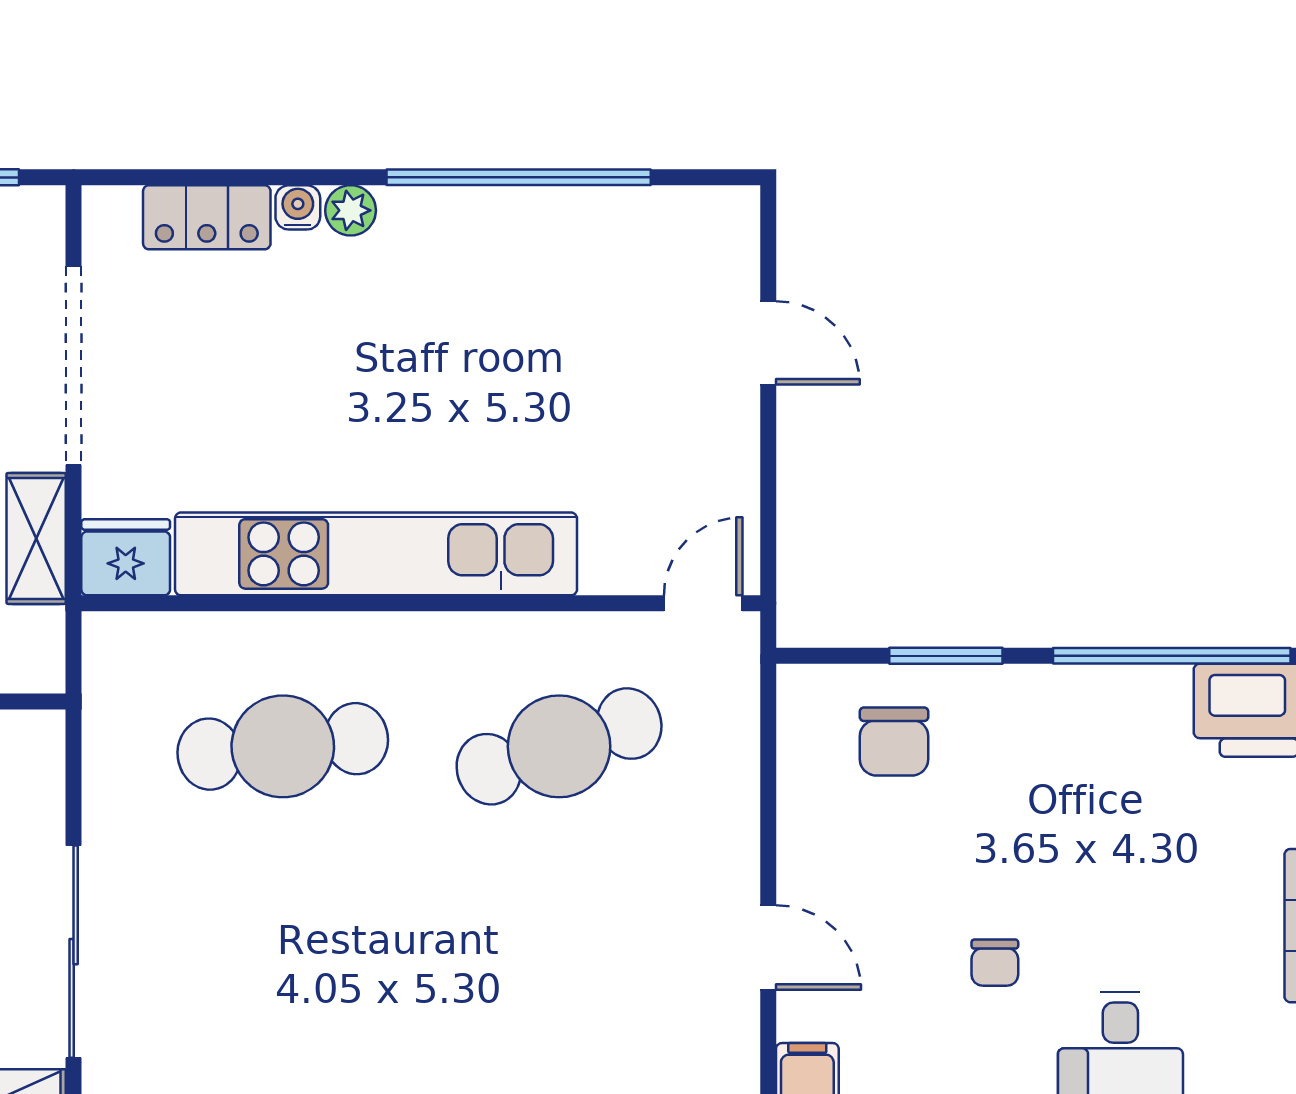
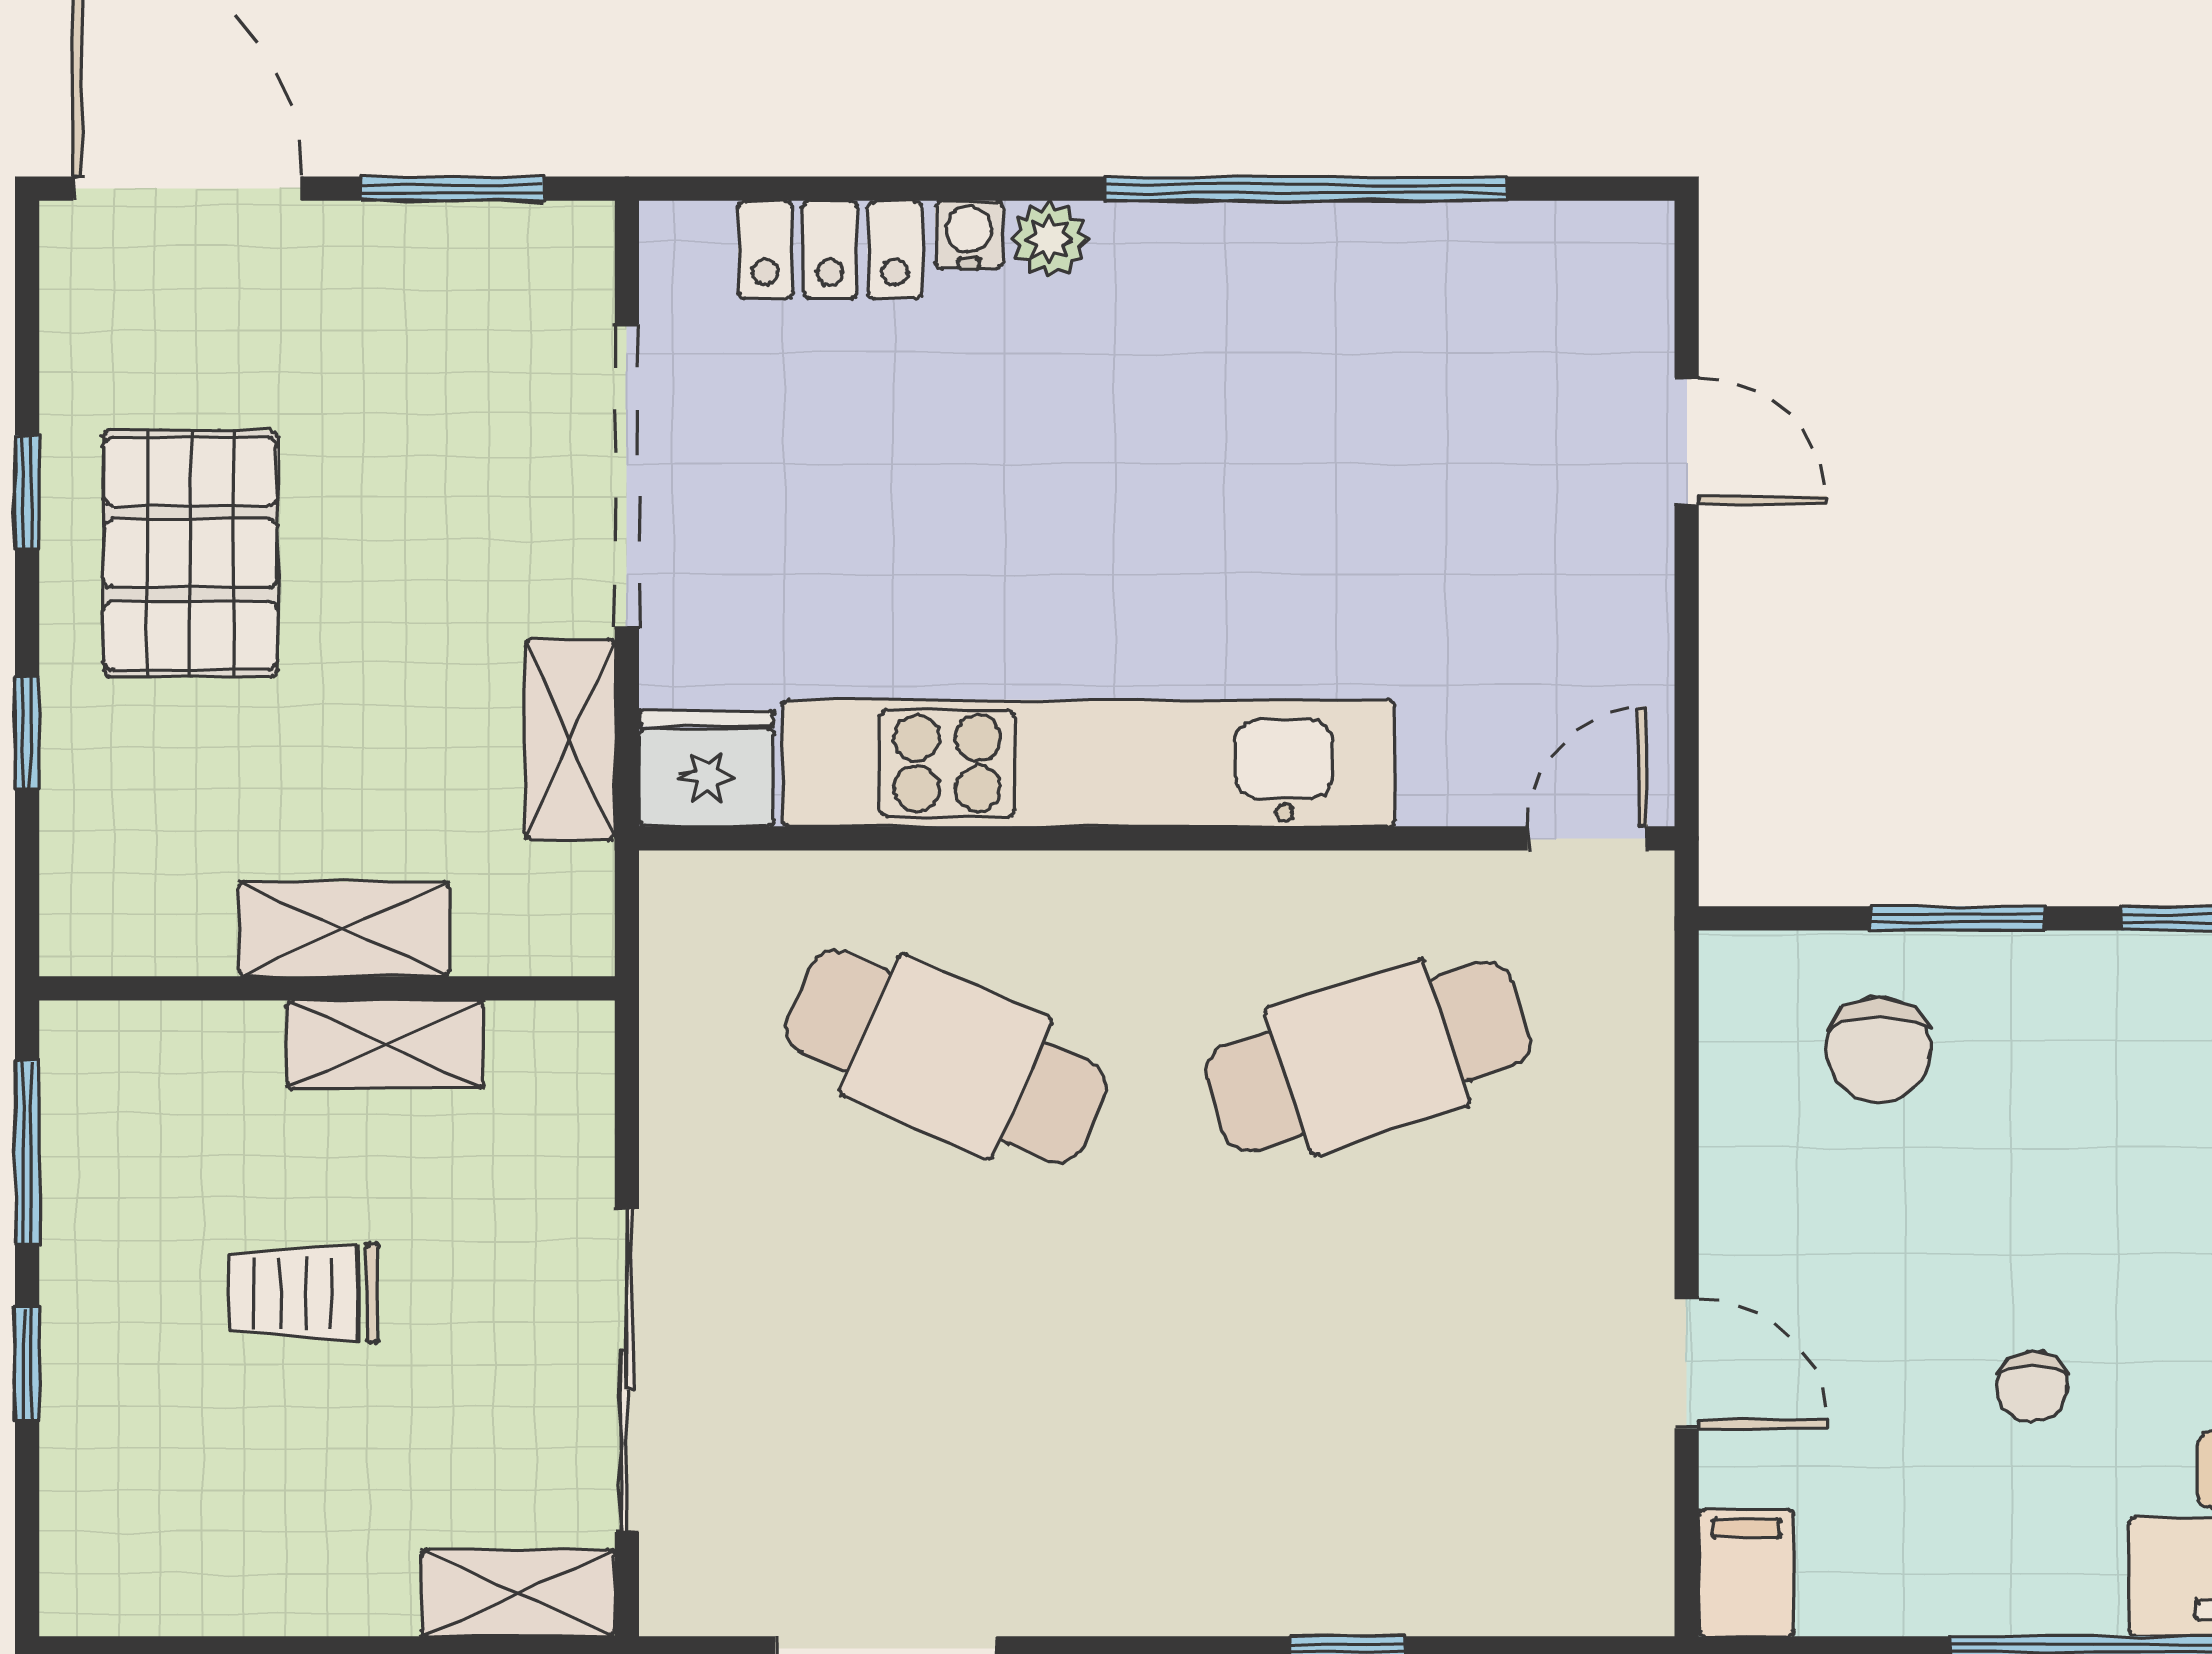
cafe table: (283, 746) -> (946, 1057), turned 30

